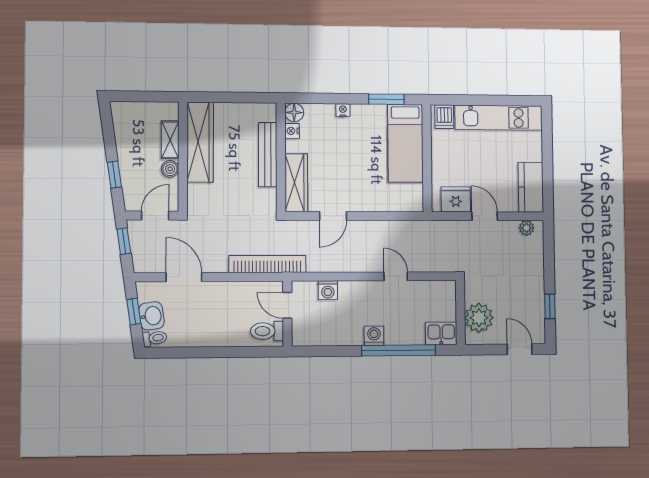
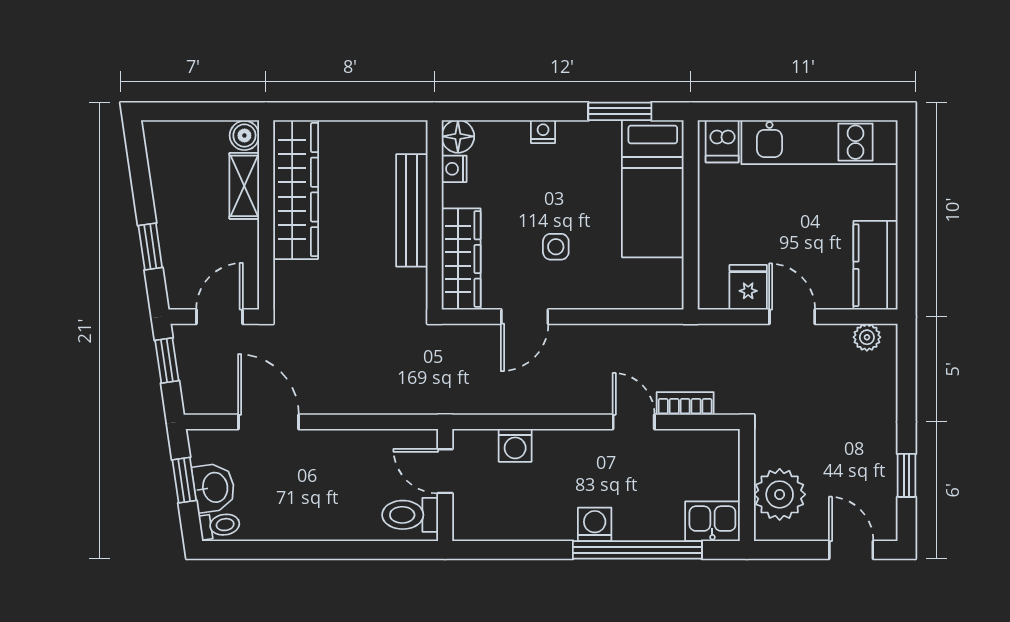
boiler: (170, 169) -> (244, 135), moved
side table: (351, 176) -> (556, 247), added
fridge: (456, 199) -> (748, 287), width x0.72
bookcase: (267, 264) -> (685, 403), moved, width x0.43, depth x0.76

